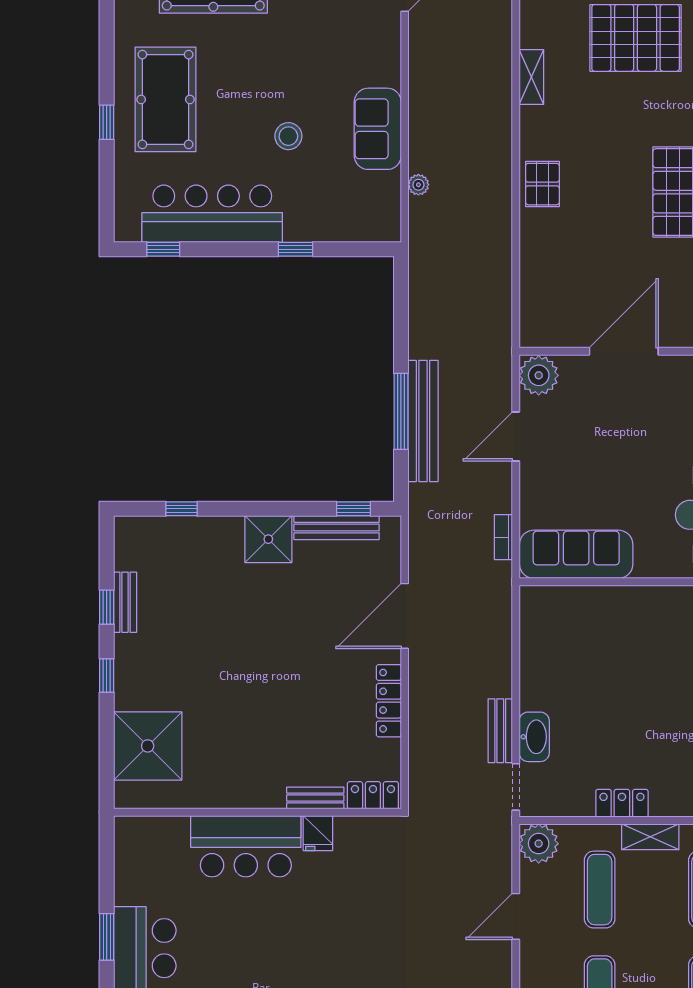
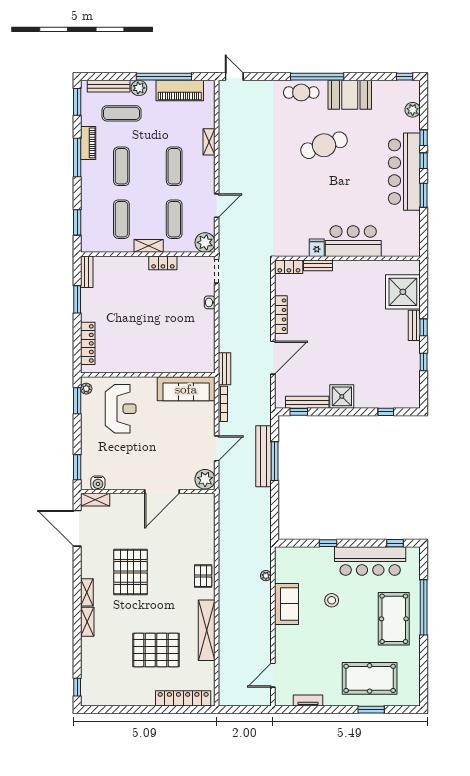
shelving: (531, 77) -> (207, 630), width x2.20, depth x1.33
window: (107, 122) -> (424, 607), width x3.17
bookcase: (503, 537) -> (223, 404), width x1.56
bench: (125, 602) -> (414, 325), moved
bench: (500, 731) -> (225, 369), moved
washbasin: (534, 737) -> (210, 302), width x0.52, depth x0.69

